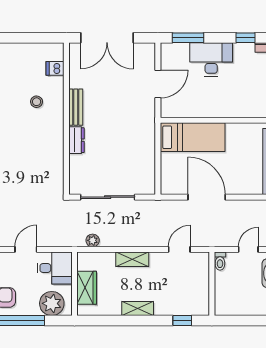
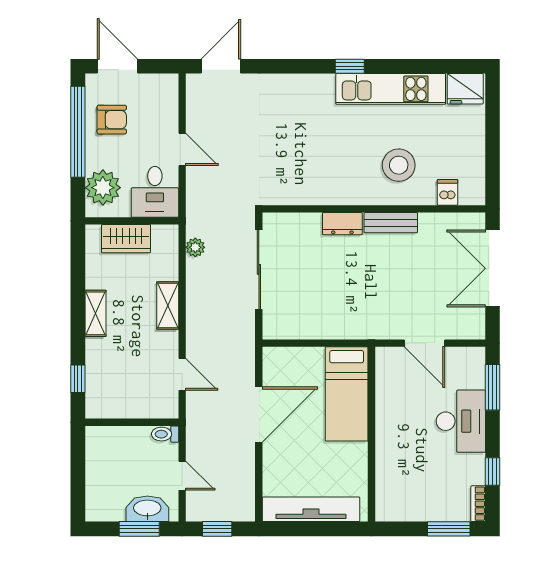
stool: (37, 102) -> (399, 165), width x1.89, depth x1.89

